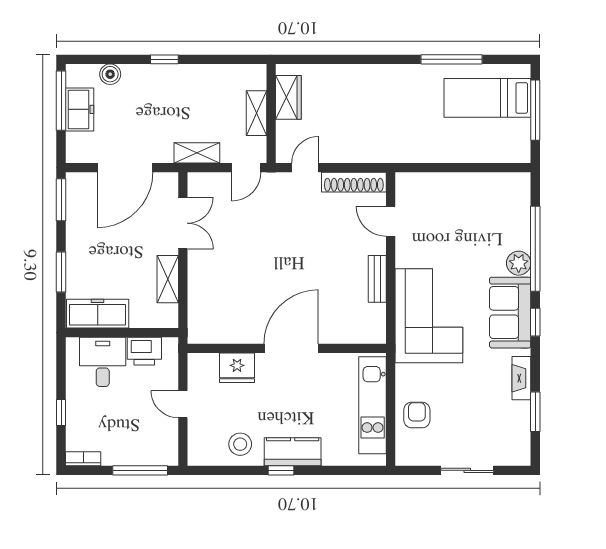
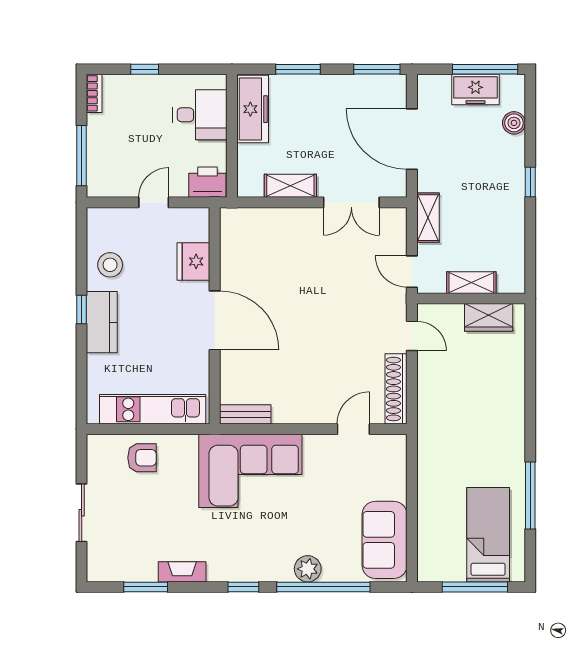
bench: (377, 279) -> (245, 414), moved
sofa: (510, 313) -> (385, 540), moved, turned -90
printer: (144, 351) -> (207, 182), moved, turned 90

